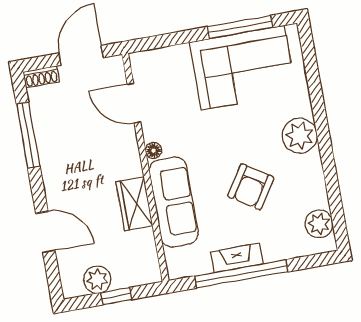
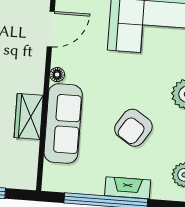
door: (134, 103) -> (51, 29), swing flipped
fireplace: (237, 258) -> (128, 188), moved

